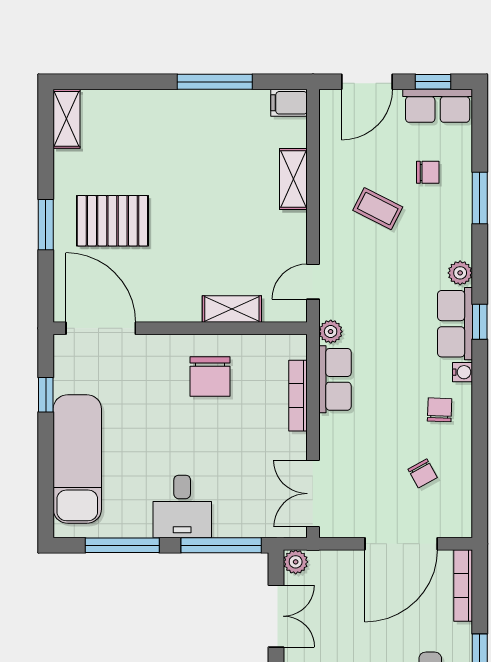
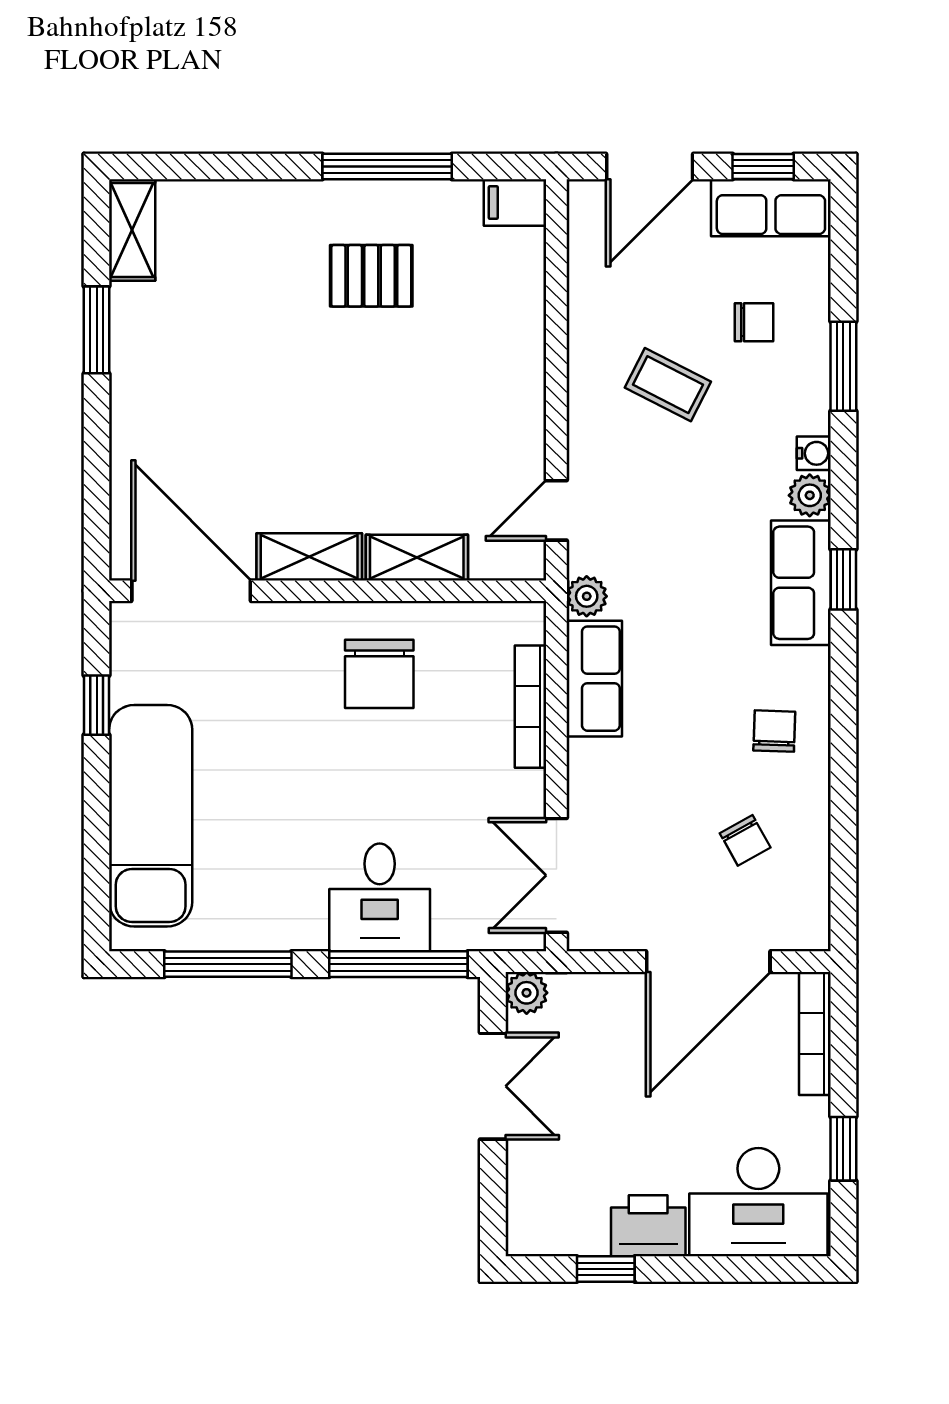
shelving: (293, 179) -> (309, 557), moved, turned 90
pallet: (112, 221) -> (371, 276), moved, width x0.67, depth x0.71
window: (46, 225) -> (97, 330), moved
water cooler: (462, 372) -> (814, 453), moved
desk: (182, 506) -> (380, 897), moved

